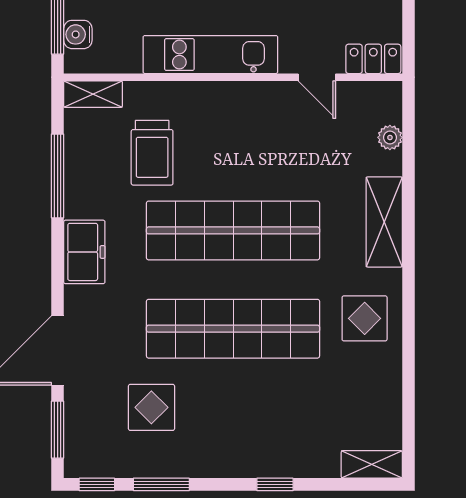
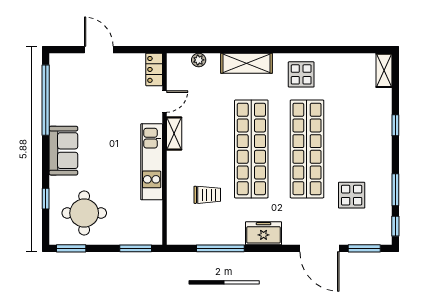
water cooler: (78, 34) -> (140, 237), removed
shelving: (93, 94) -> (174, 134), moved
trolley: (152, 153) -> (207, 195), width x0.73, depth x0.72

